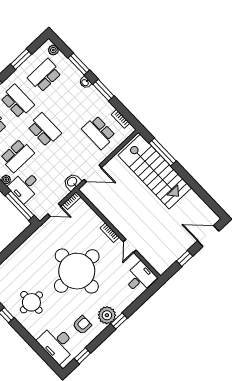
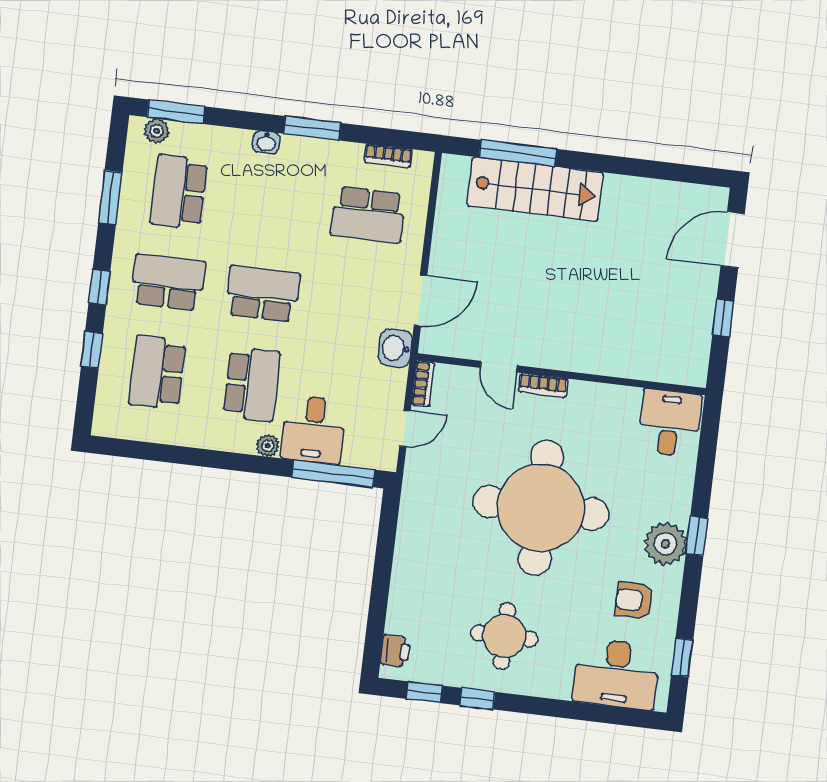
window: (79, 64) -> (176, 112), moved
stairs: (155, 172) -> (535, 189), width x0.73, depth x0.66
door: (130, 246) -> (499, 367), moved
armchair: (82, 325) -> (634, 600), turned -90

